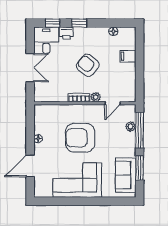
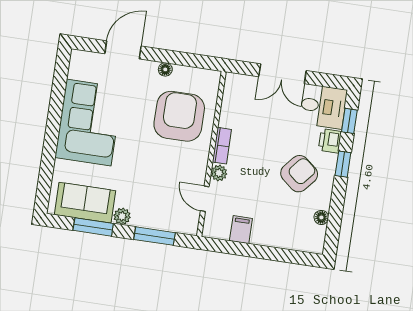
filing cabinet: (128, 56) -> (241, 230), moved
armchair: (88, 65) -> (299, 174), moved
plant: (131, 126) -> (122, 216), moved
window: (140, 130) -> (154, 236), width x0.69
armchair: (80, 138) -> (179, 116), moved
door: (30, 166) -> (123, 50), hinge flipped

